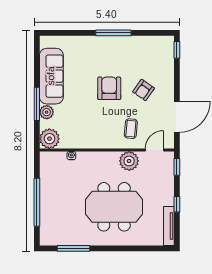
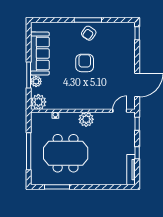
armchair: (144, 90) -> (89, 33), moved
coffee table: (131, 129) -> (102, 94), removed
plant: (129, 161) -> (86, 119), moved
meeting table: (114, 207) -> (66, 153), moved

